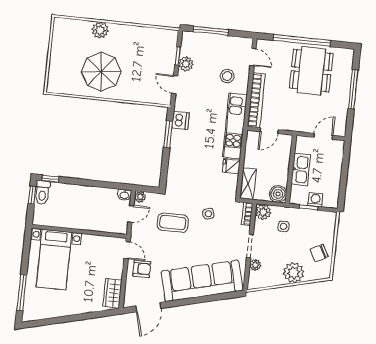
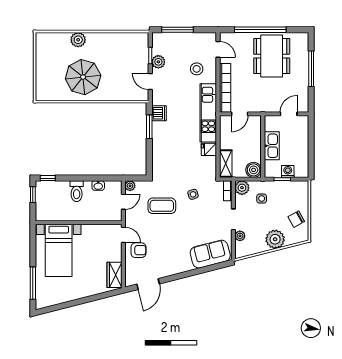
toilet: (42, 192) -> (77, 191), moved
washbasin: (124, 195) -> (98, 186), moved
sofa: (202, 281) -> (210, 254), width x0.54, depth x0.79

